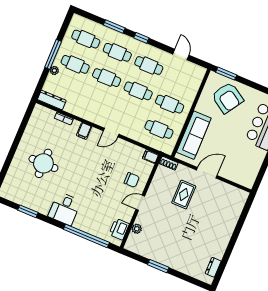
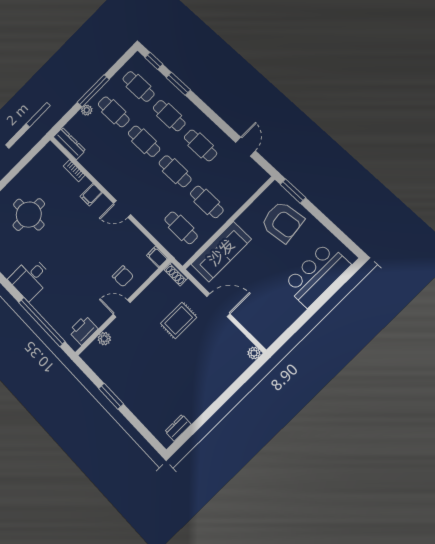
window: (141, 38) -> (154, 61), moved
armchair: (227, 98) -> (282, 222), turned -40
plant: (244, 195) -> (254, 353), added

